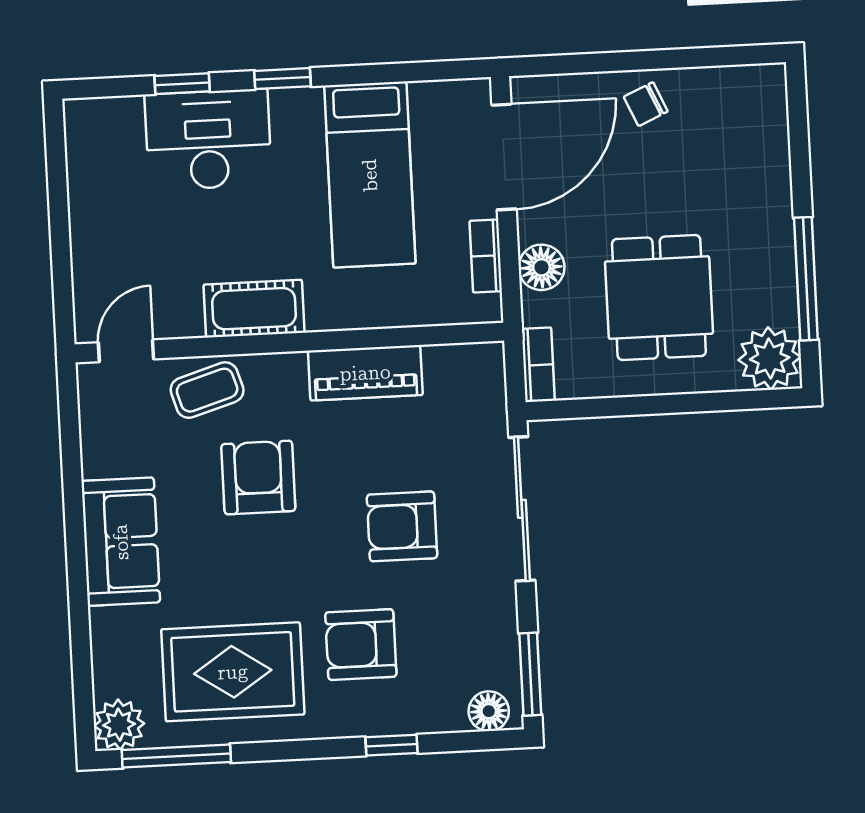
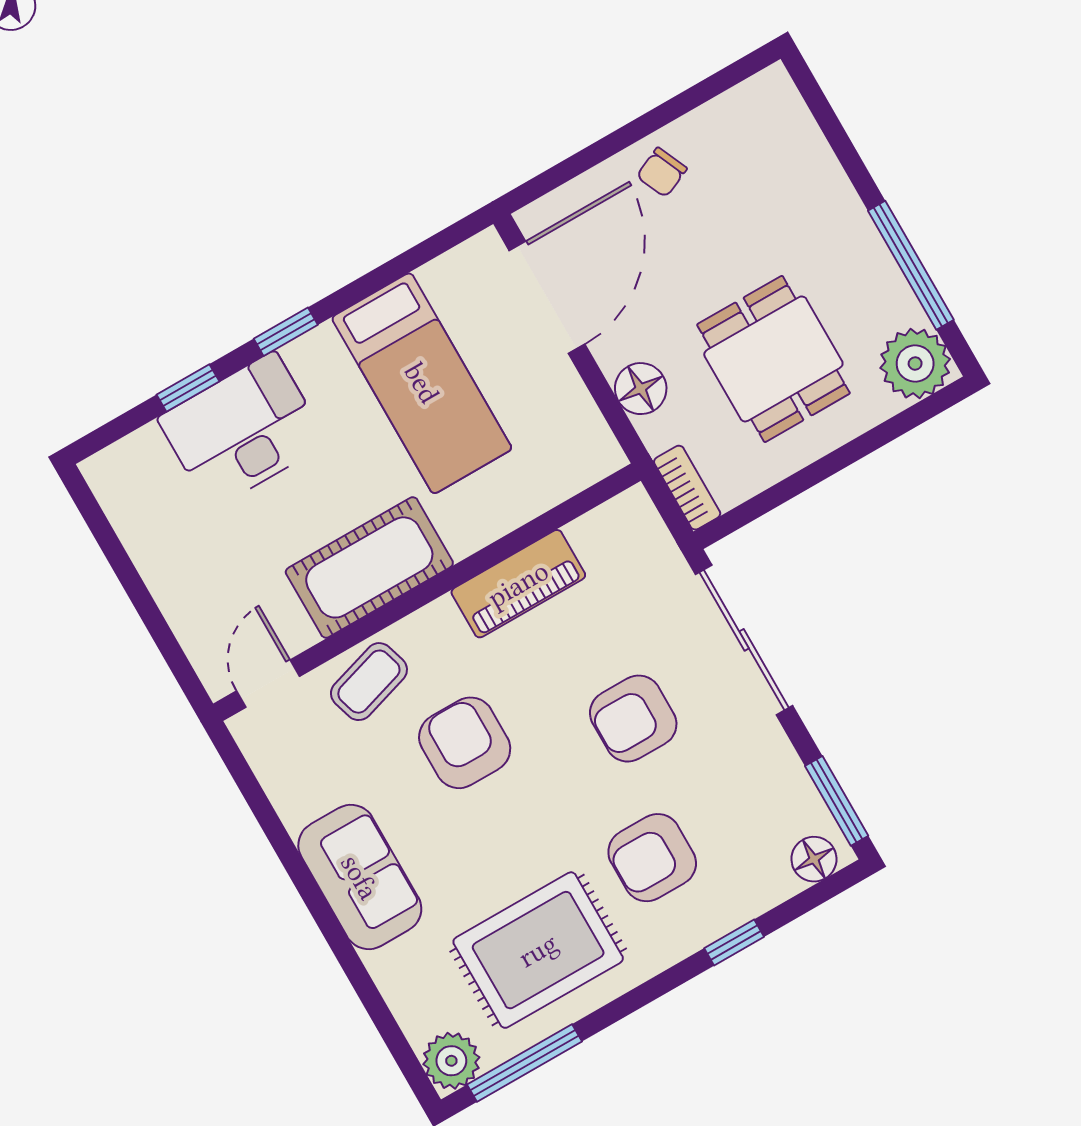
bookcase: (486, 256) -> (579, 406), removed
cot: (254, 309) -> (369, 567), width x1.37, depth x1.34

